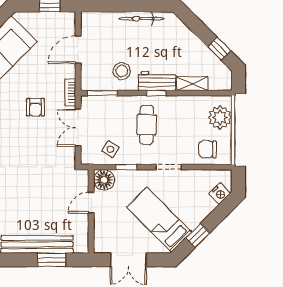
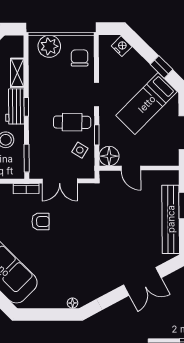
cafe table: (147, 125) -> (72, 122), moved
chair: (208, 149) -> (80, 58), turned 180

